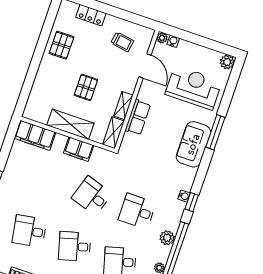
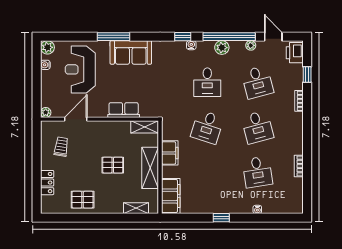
water cooler: (173, 41) -> (45, 65), moved
shelving: (123, 106) -> (136, 208), moved
water cooler: (184, 196) -> (191, 45), moved

